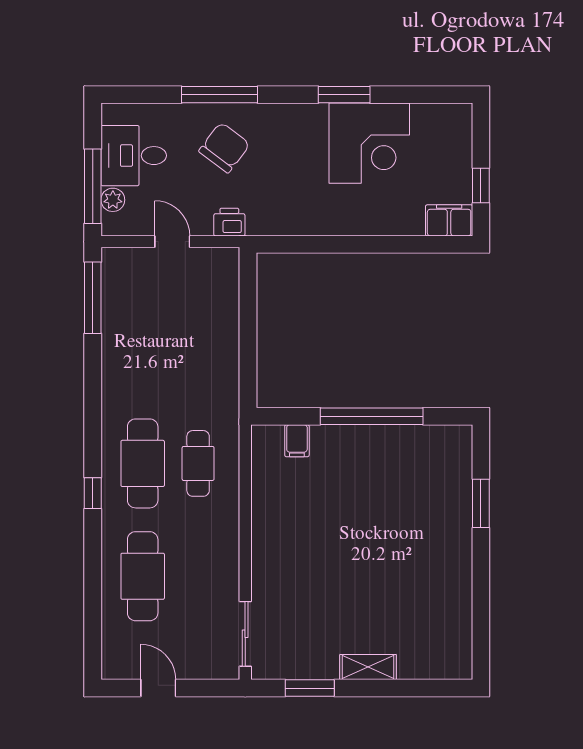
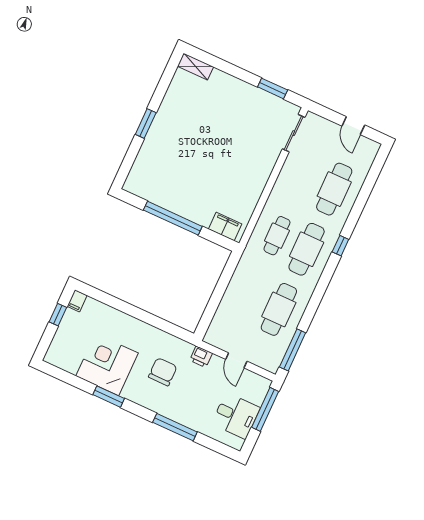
chair: (224, 148) -> (163, 372), moved, turned 143
plant: (113, 200) -> (258, 397), removed
filing cabinet: (449, 220) -> (77, 301), width x0.50
cafe table: (143, 351) -> (279, 309), added
filing cabinet: (297, 441) -> (225, 226), width x2.00
window: (481, 503) -> (146, 123), moved
shelving: (368, 667) -> (196, 67), moved

